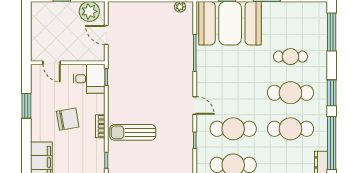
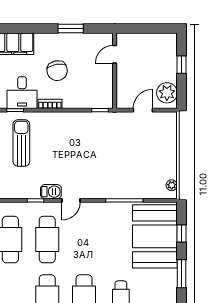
desk: (89, 79) -> (22, 93), moved
barbecue: (186, 125) -> (51, 192), added
sun lounger: (133, 132) -> (21, 143), moved

